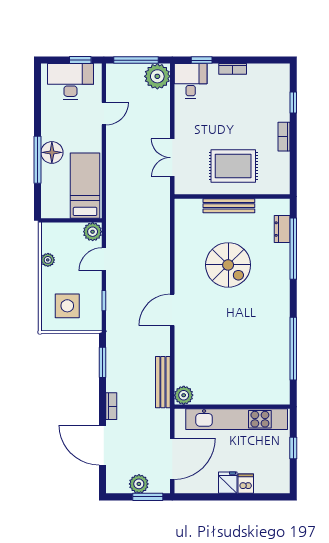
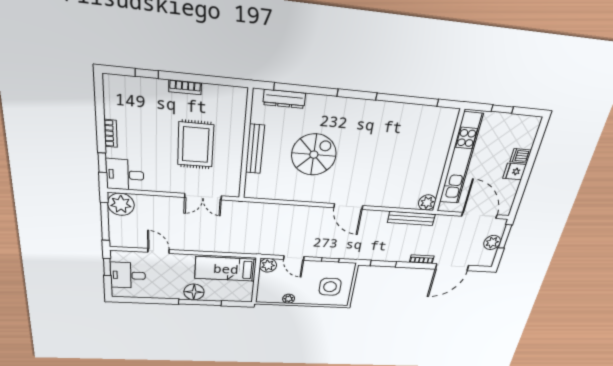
desk: (70, 81) -> (128, 275), width x0.73
rug: (233, 166) -> (196, 145), moved
dresser: (282, 229) -> (284, 99), width x1.44

